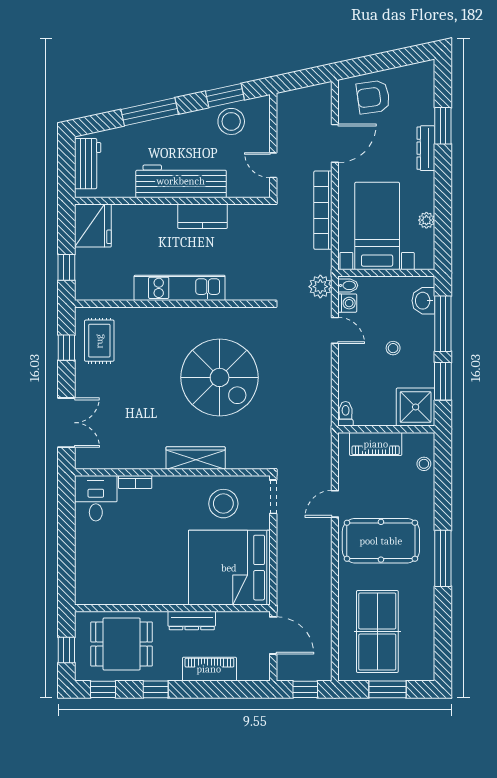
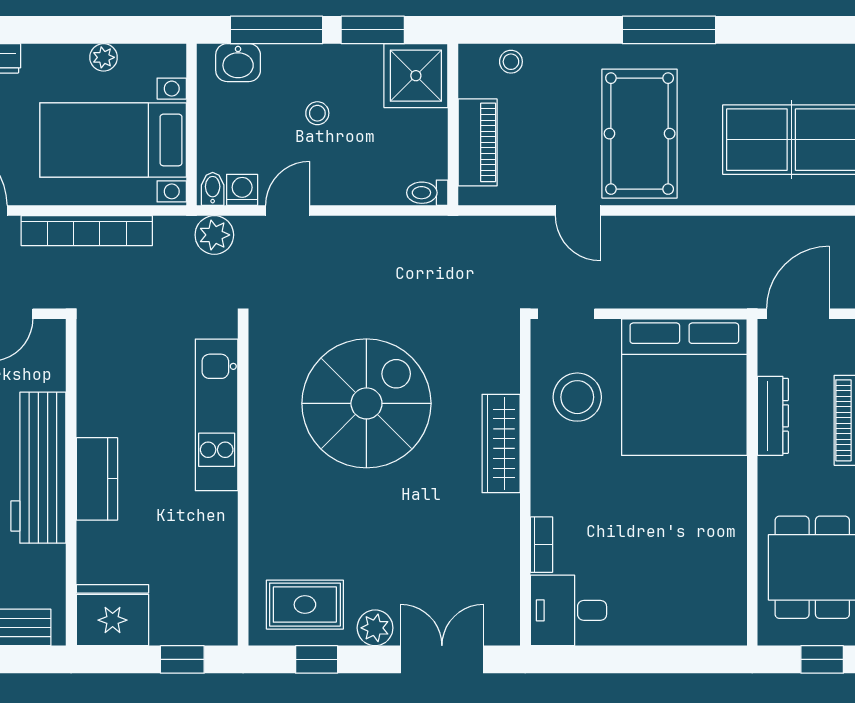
kitchen counter: (202, 216) -> (97, 479), moved
kitchen unit: (180, 288) -> (217, 415), moved
plant: (85, 383) -> (375, 628), added
dresser: (192, 621) -> (773, 416), moved

